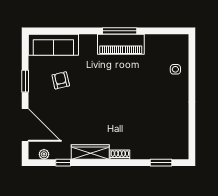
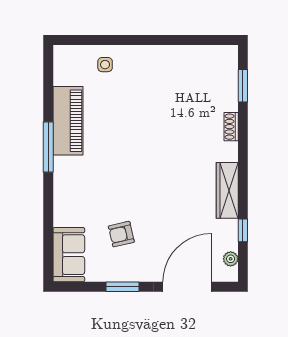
piano: (121, 44) -> (68, 121), moved
sofa: (53, 45) -> (69, 255), width x0.73
shoe rack: (120, 155) -> (231, 127), moved

